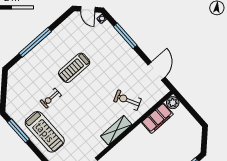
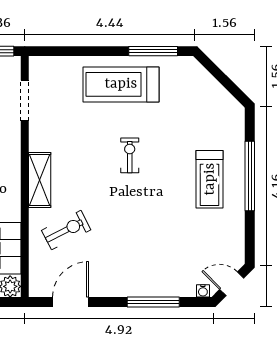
treadmill: (74, 68) -> (210, 179), moved, turned 180
door: (156, 71) -> (71, 302), swing flipped
exercise bike: (51, 98) -> (130, 155), moved

